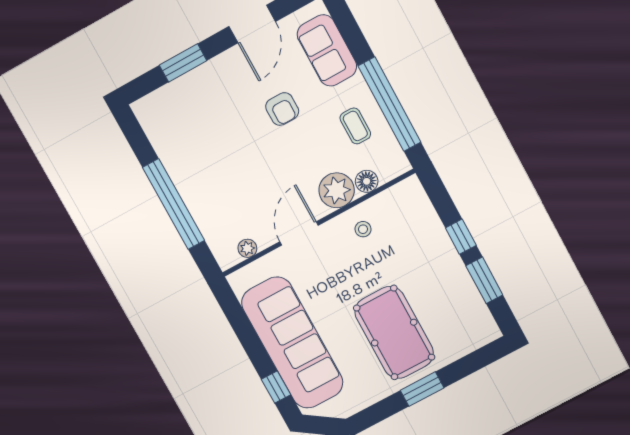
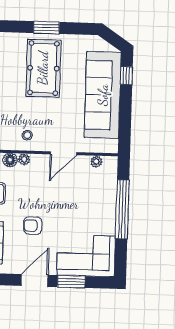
door: (252, 24) -> (34, 280), moved
armchair: (282, 109) -> (33, 226), turned -90
corner sofa: (184, 111) -> (86, 256), added
plant: (337, 190) -> (24, 159), width x0.53, depth x0.53

